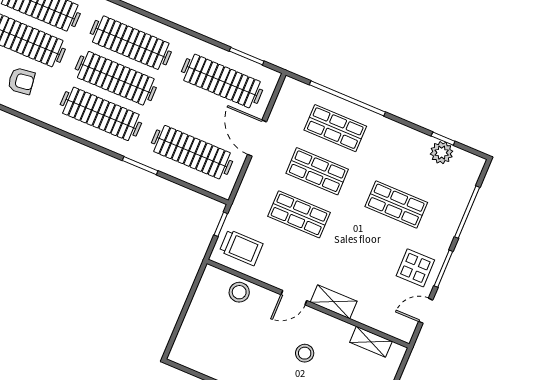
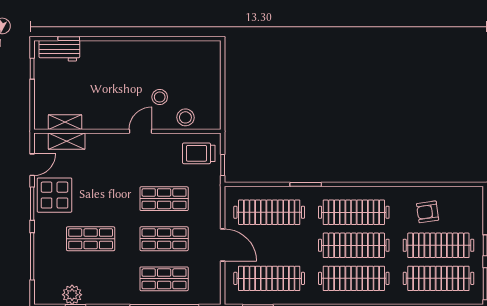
display table: (415, 268) -> (54, 195), width x1.36, depth x1.36
shelving: (334, 302) -> (67, 141), moved
stool: (305, 353) -> (160, 97), moved

